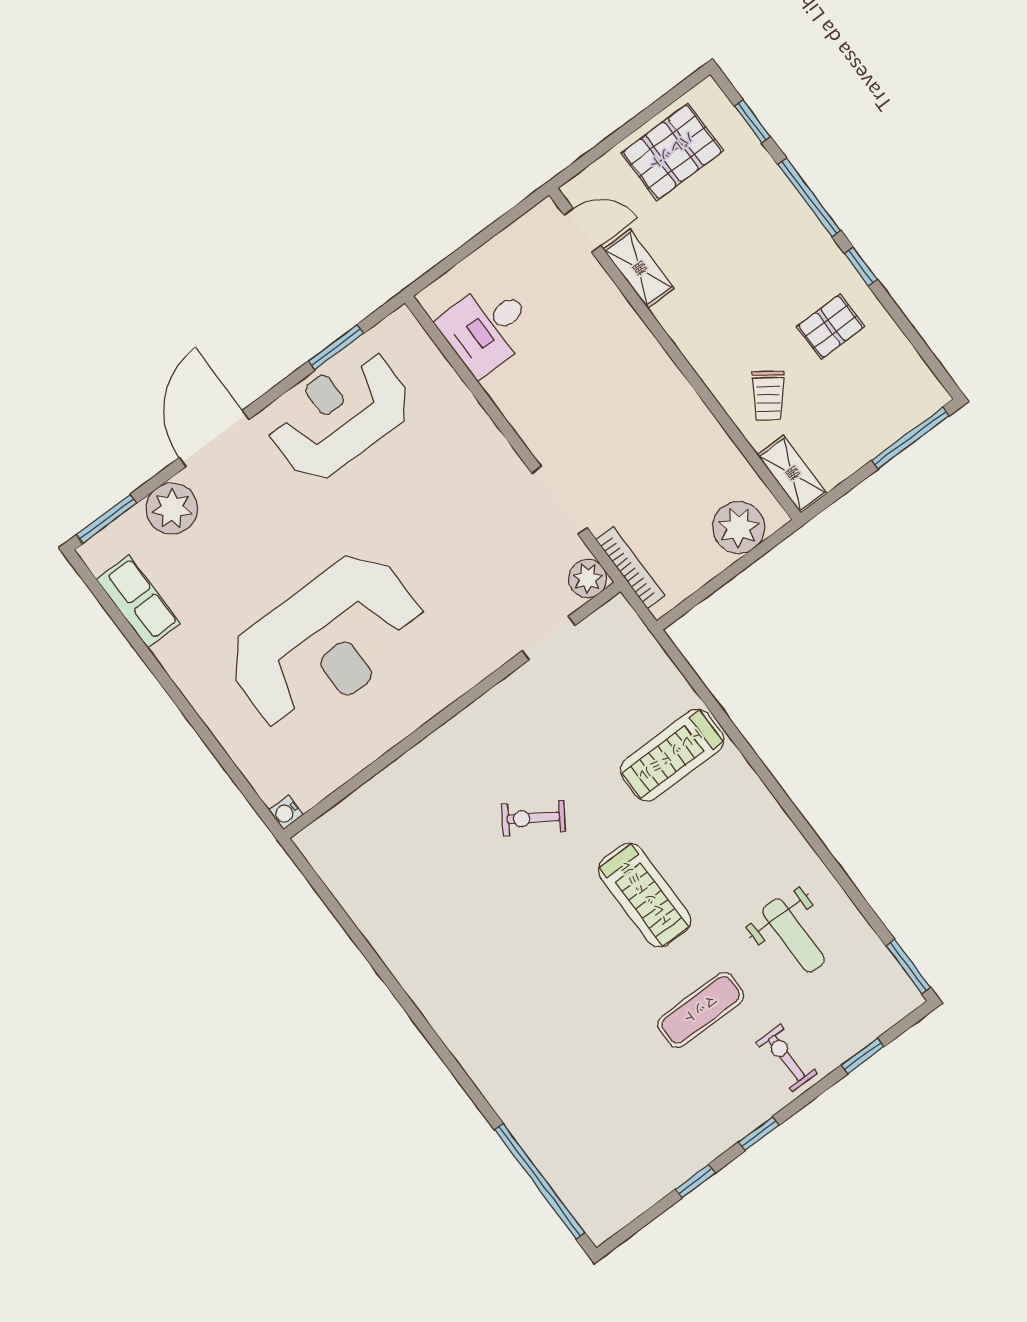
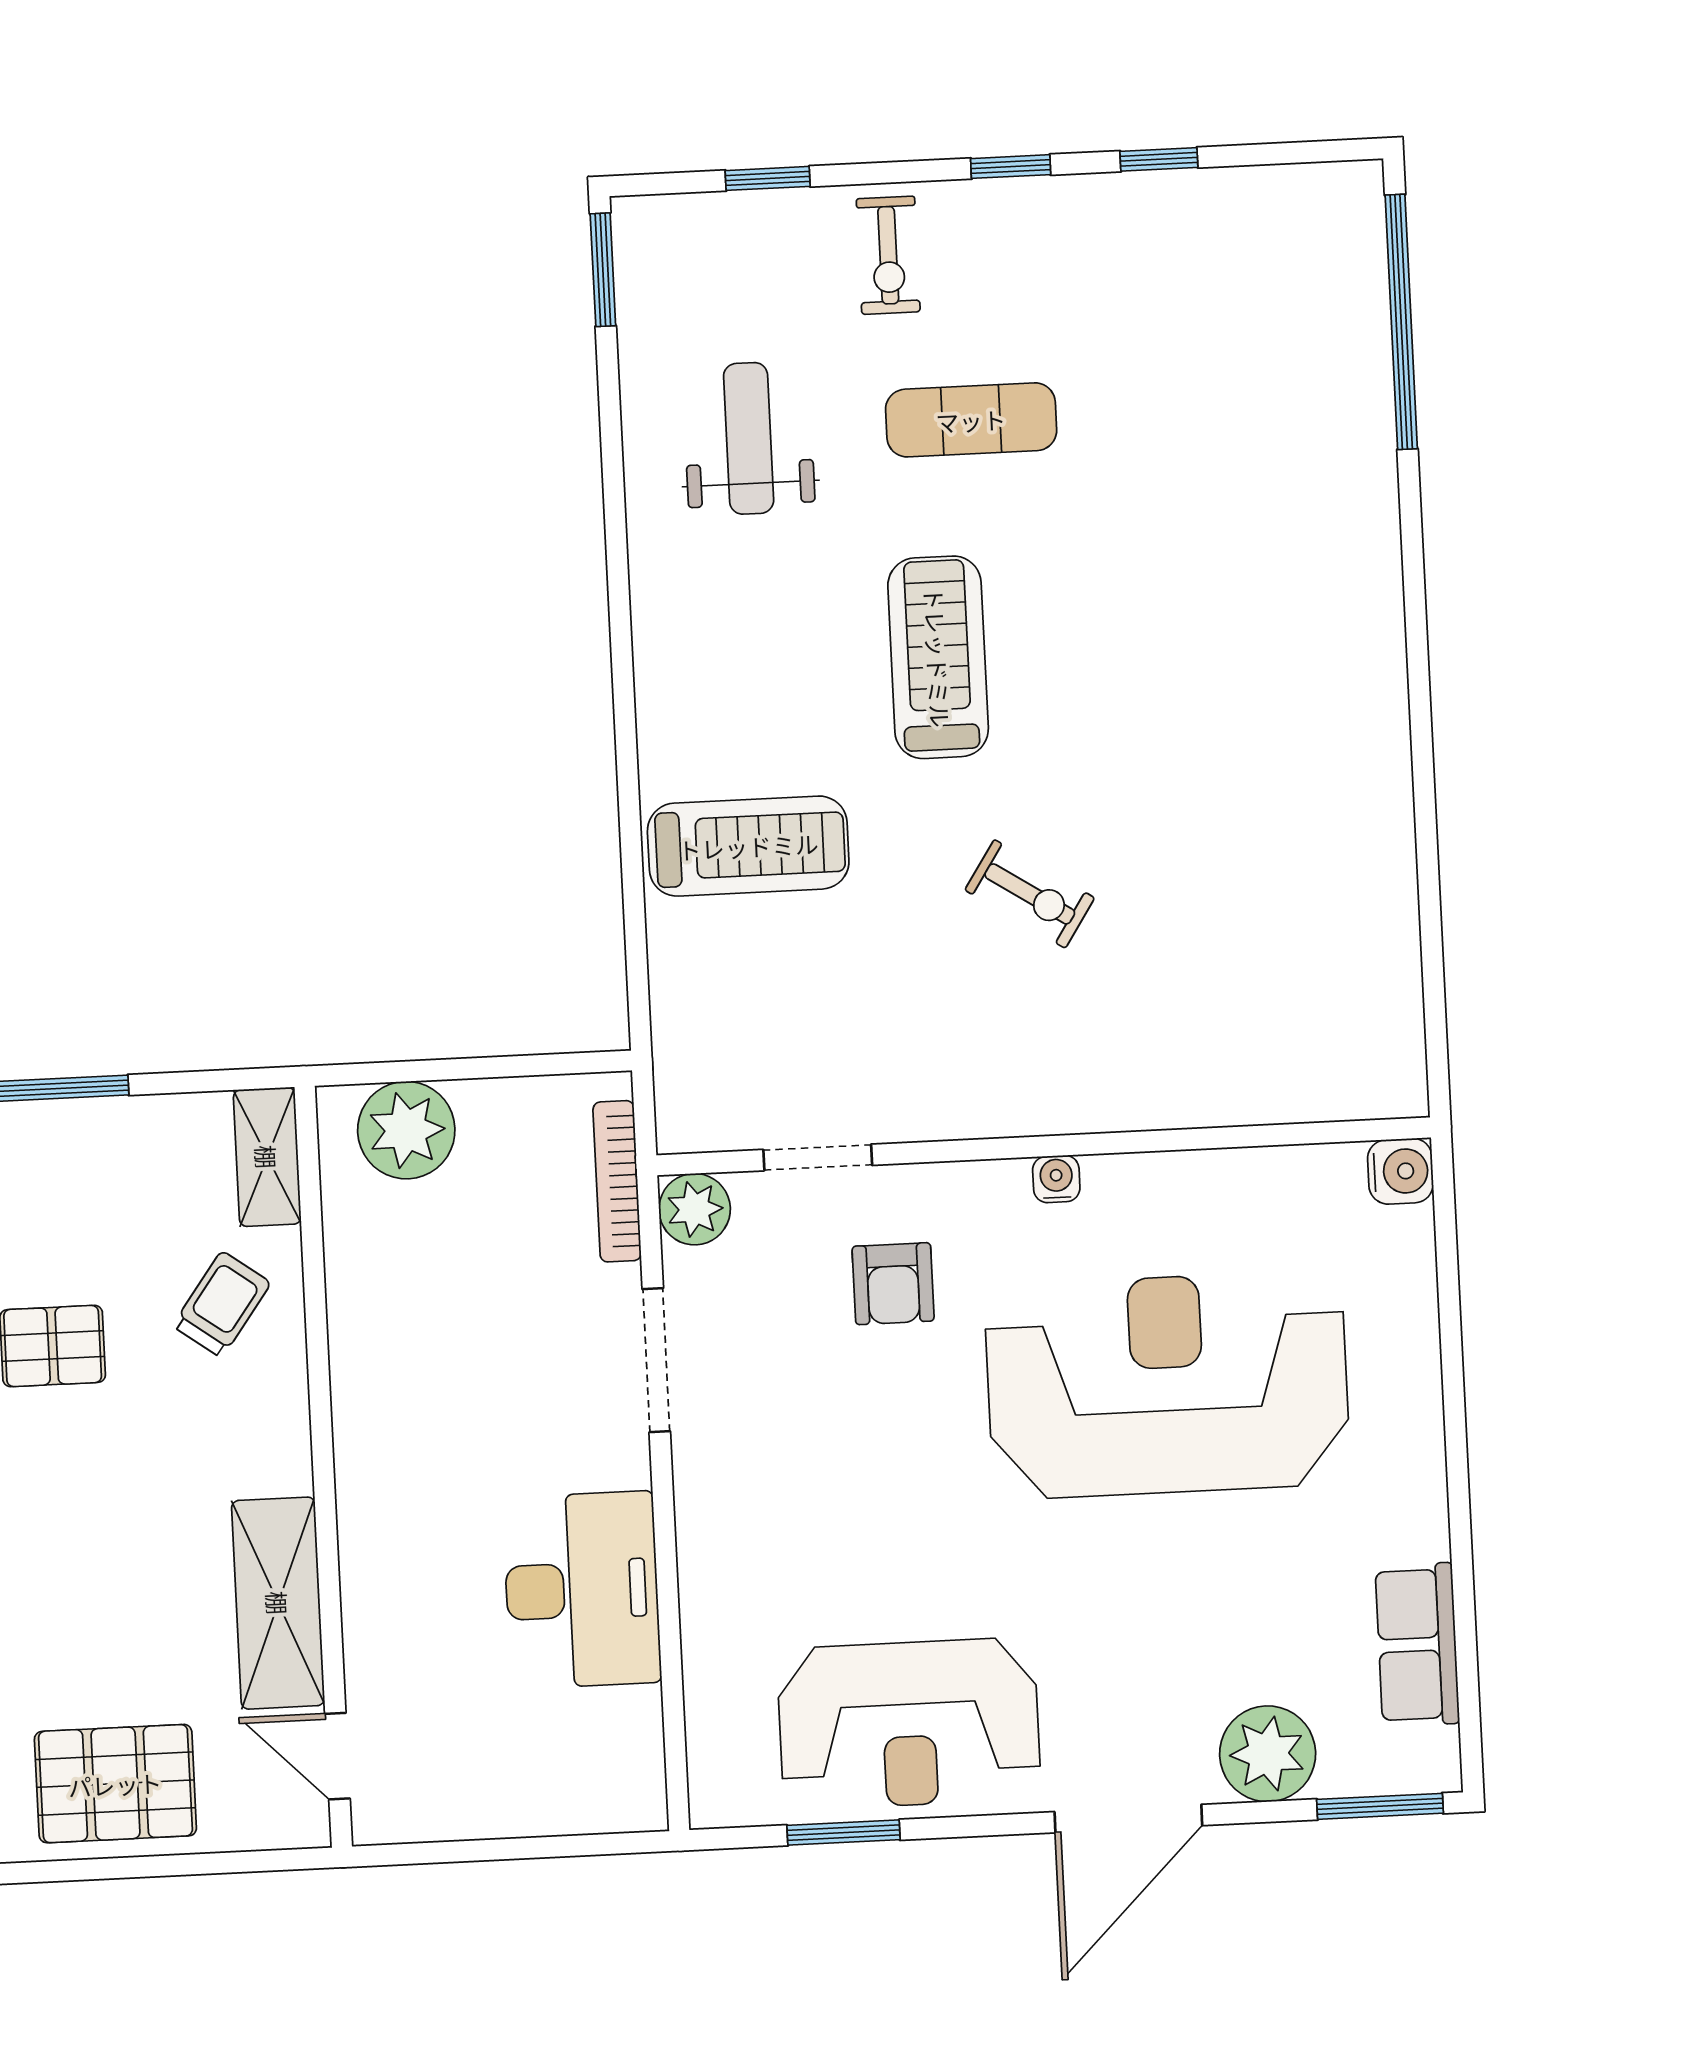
shelving: (639, 269) -> (278, 1603), width x1.50, depth x1.33
desk: (487, 328) -> (582, 1590), moved, width x1.37
armchair: (478, 605) -> (893, 1284), added
water cooler: (437, 700) -> (1056, 1179), added
water cooler: (286, 812) -> (1400, 1171), width x1.38, depth x1.38

